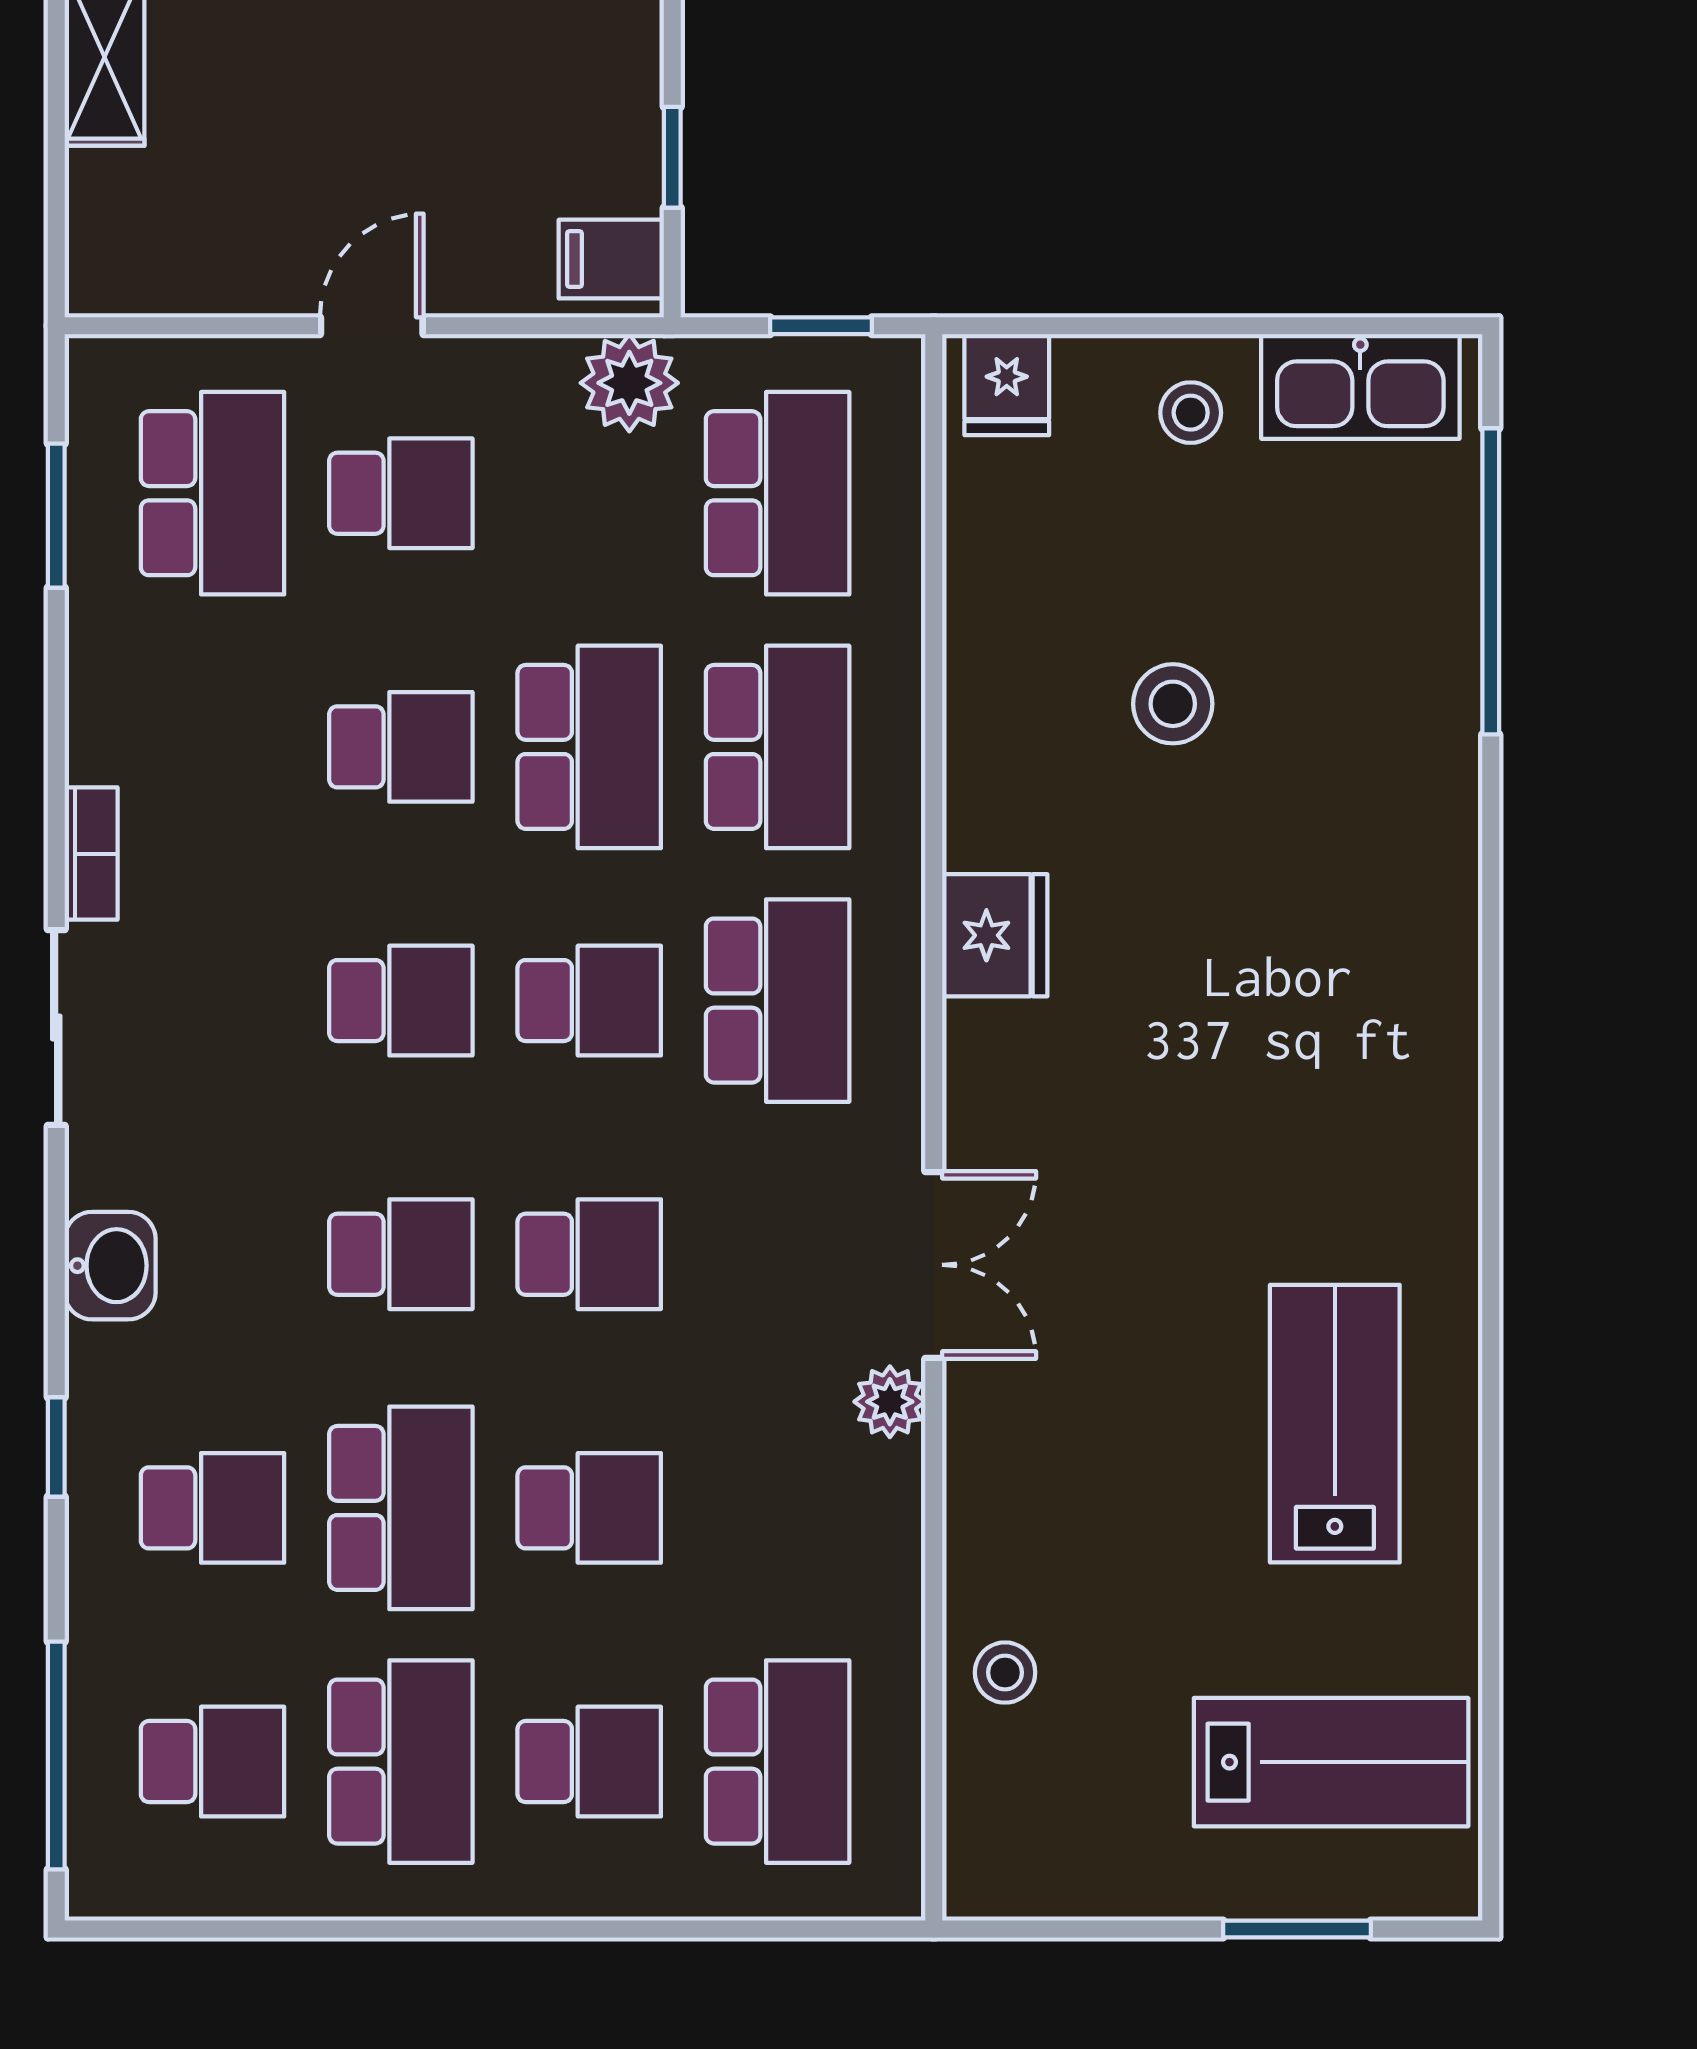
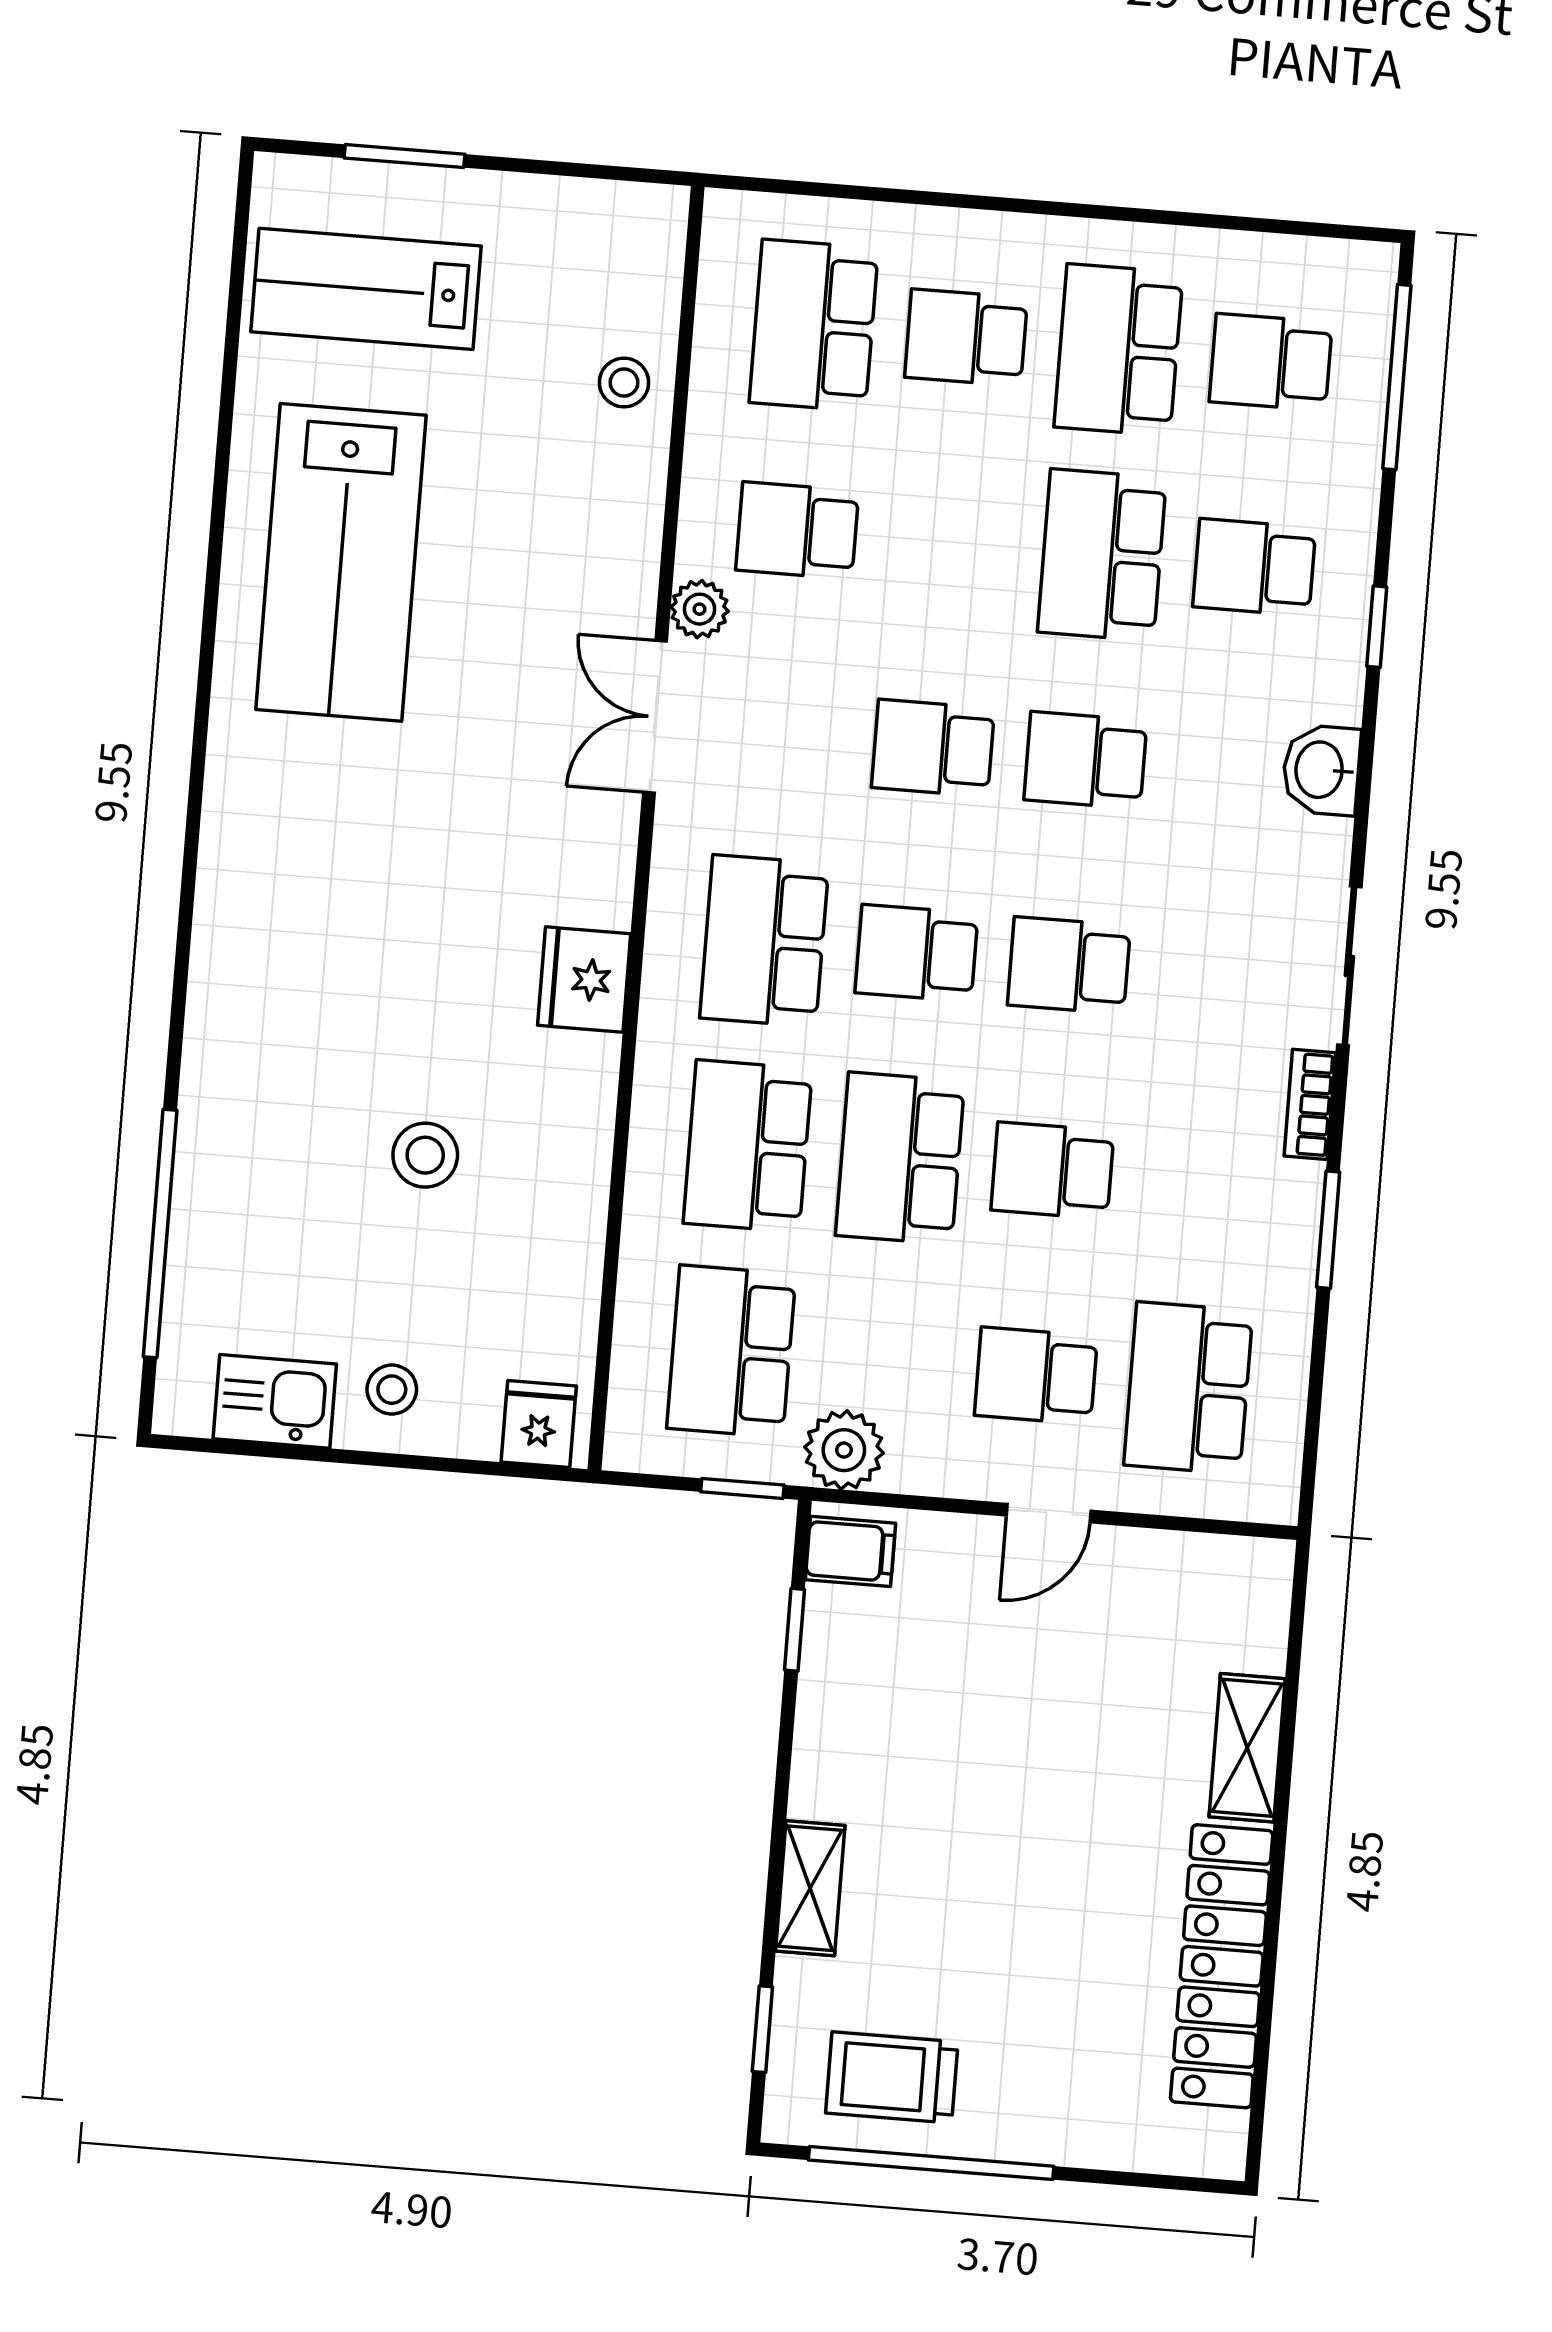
window: (821, 326) -> (742, 1488), moved
kitchen sink: (1360, 386) -> (275, 1401), width x0.73
window: (56, 516) -> (1328, 1230), moved
lab bench: (1335, 1424) -> (341, 562), width x1.36, depth x1.39
school desk: (589, 1508) -> (797, 530), moved

